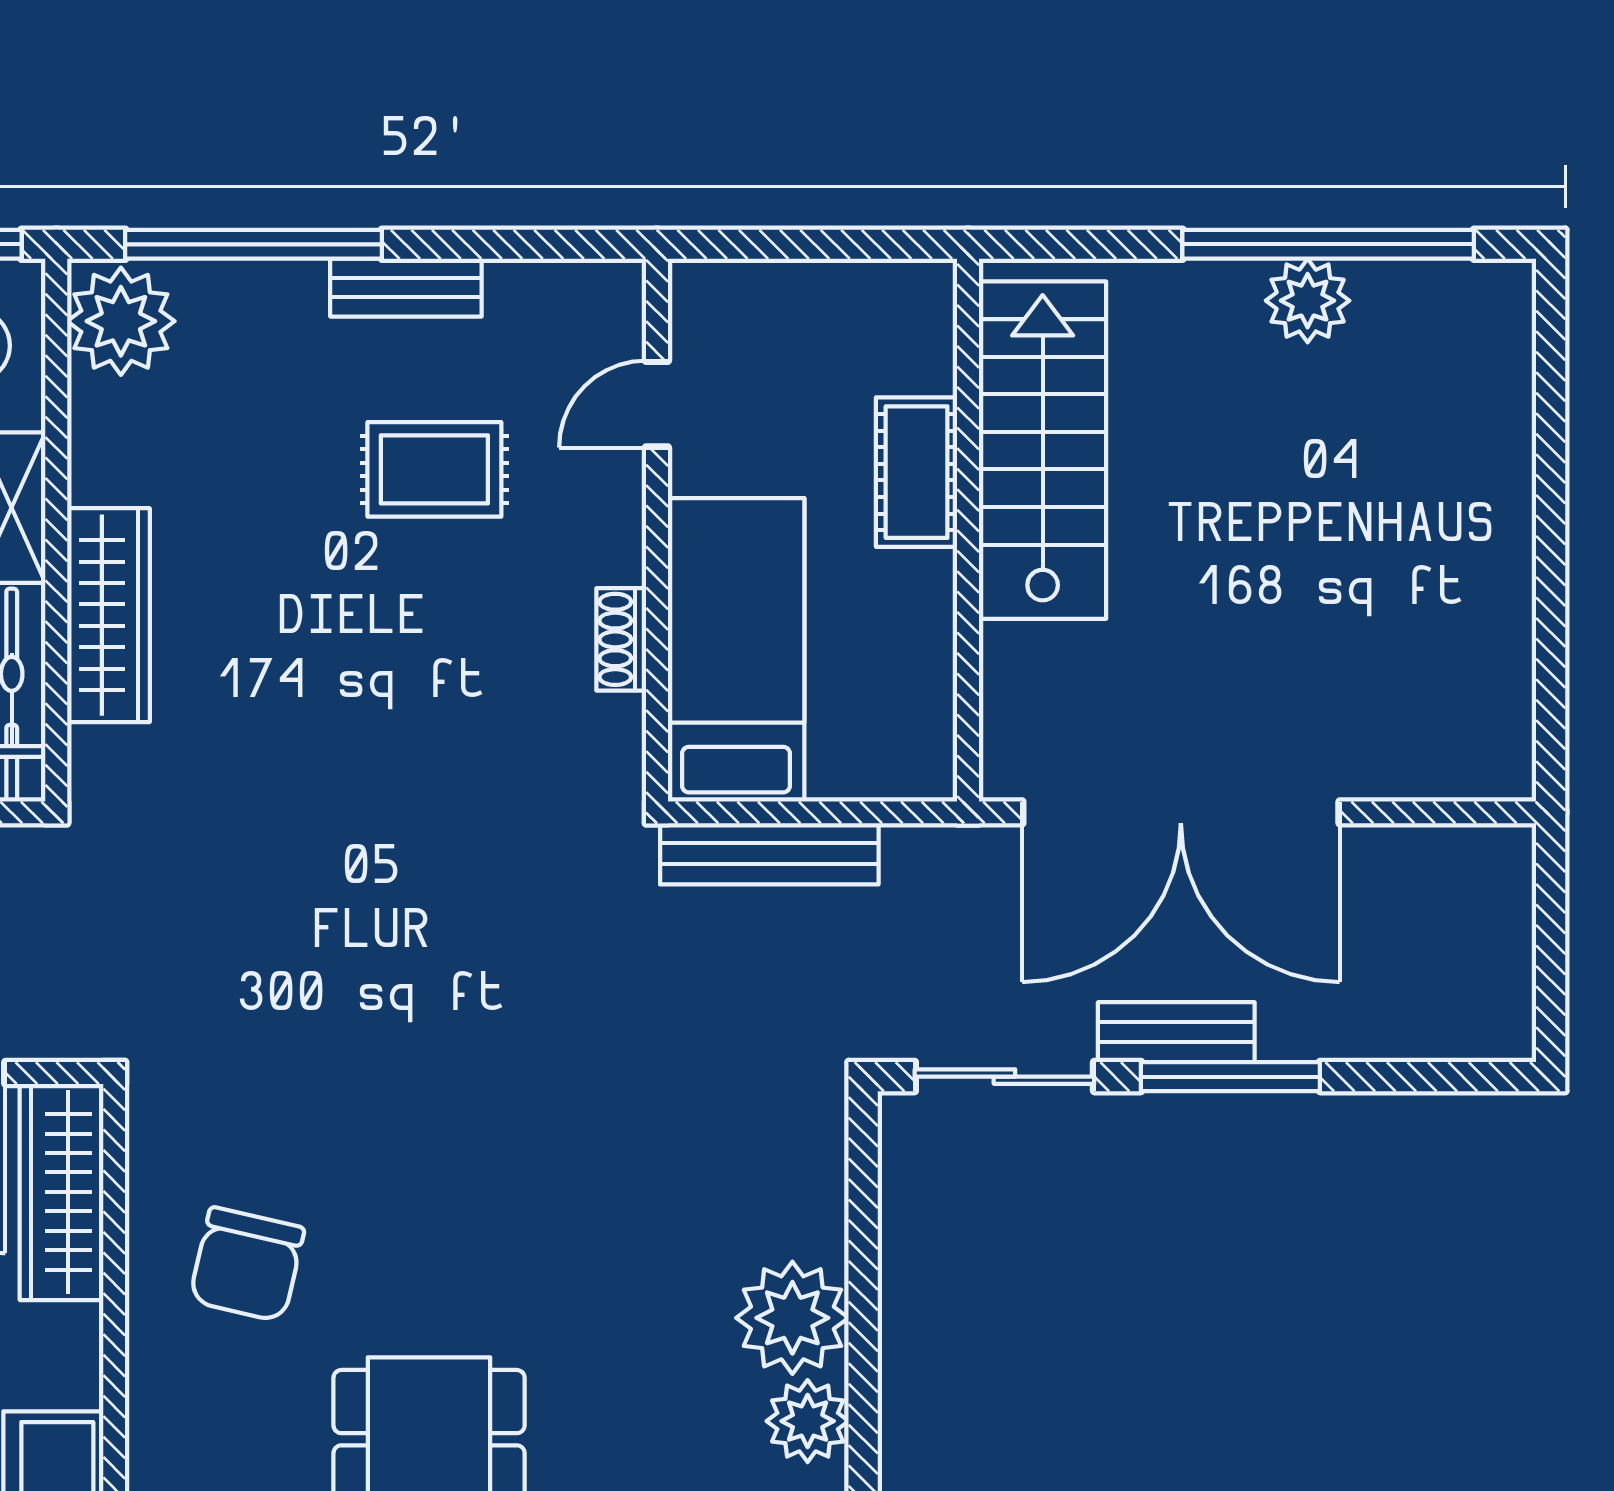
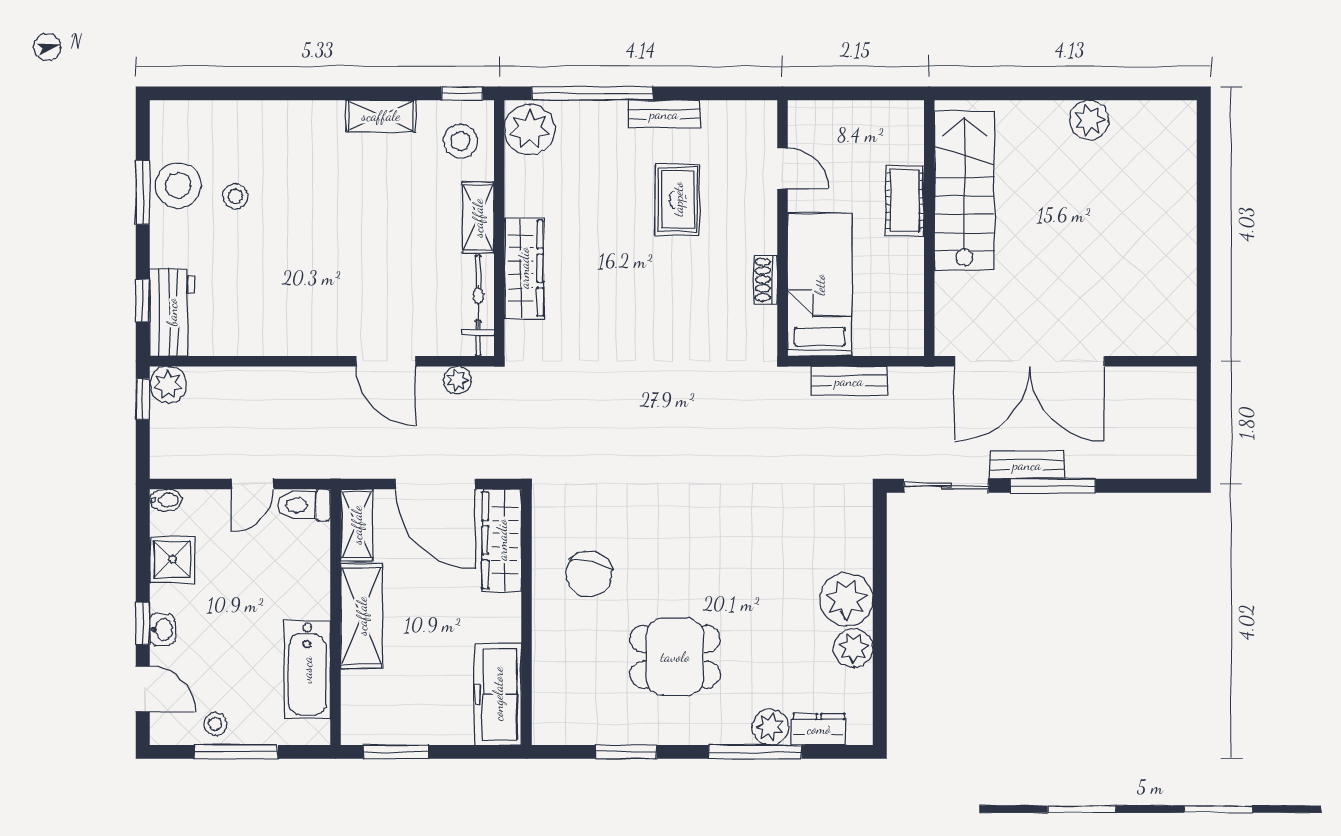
window: (1328, 244) -> (1099, 93), removed
door: (657, 404) -> (782, 169), swing flipped
rug: (434, 469) -> (678, 199), turned 90
bench: (769, 854) -> (849, 381), width x0.73

